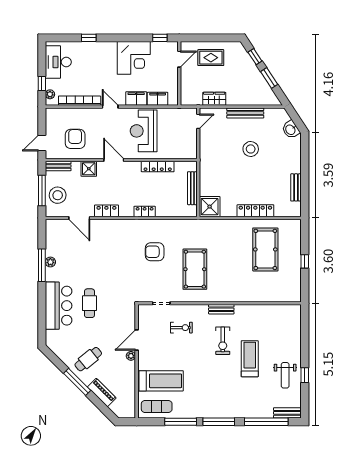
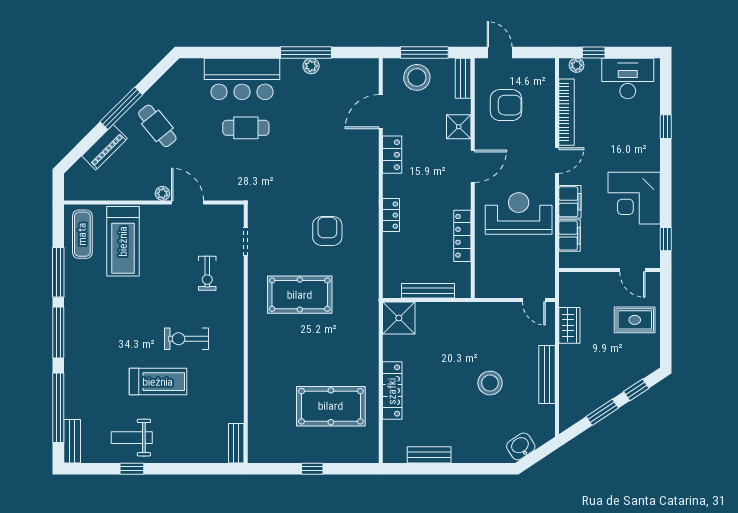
rug: (211, 58) -> (635, 320), turned 90
bench: (221, 309) -> (236, 443), moved

